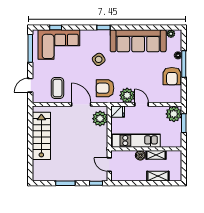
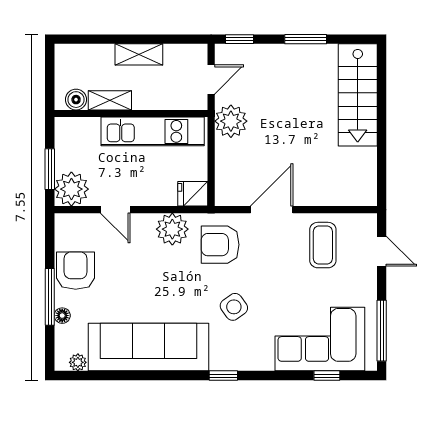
door: (30, 85) -> (382, 251), hinge flipped
armchair: (105, 88) -> (220, 245), turned 180
door: (81, 104) -> (272, 210), swing flipped
door: (142, 104) -> (115, 210), moved
plant: (100, 119) -> (231, 121), moved
stairs: (41, 136) -> (358, 95), moved
boiler: (140, 155) -> (76, 100), moved
door: (109, 165) -> (211, 80), hinge flipped
shelving: (158, 176) -> (139, 54), moved

